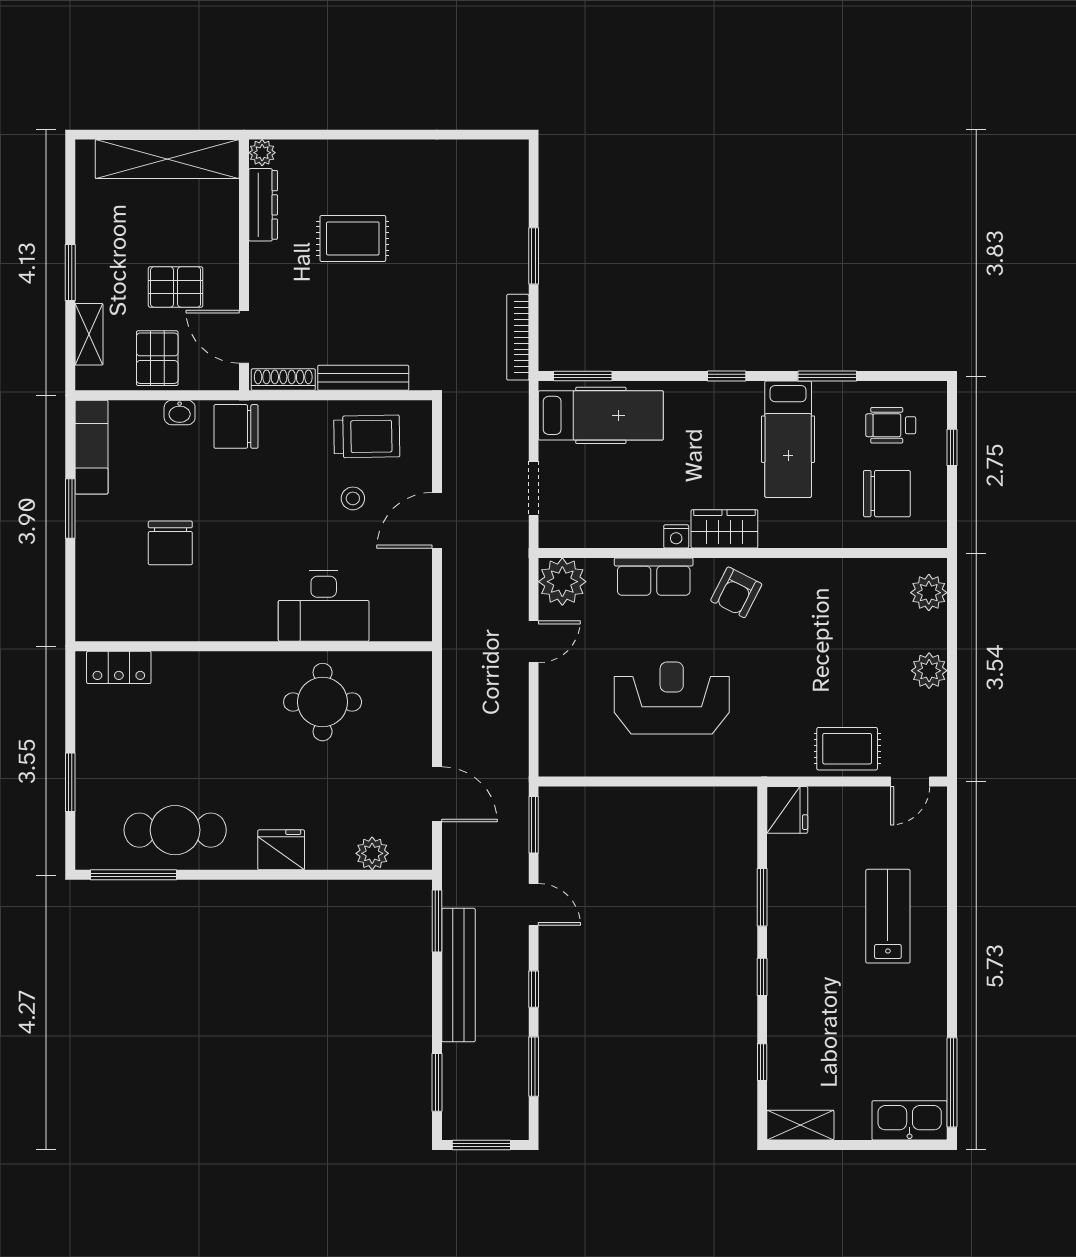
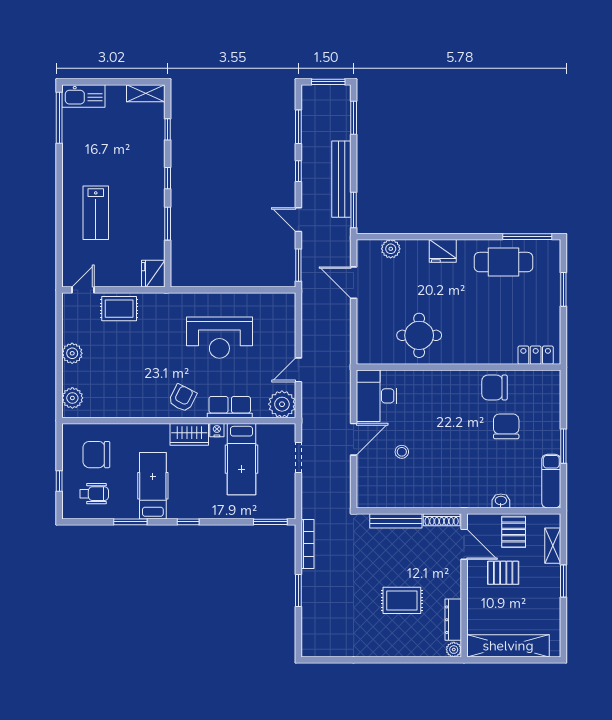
hospital bed: (601, 415) -> (242, 459), moved, turned -90
chair: (236, 426) -> (494, 387), moved, turned 180
trolley: (367, 436) -> (394, 487), removed
desk: (324, 606) -> (377, 396), moved, turned -90

